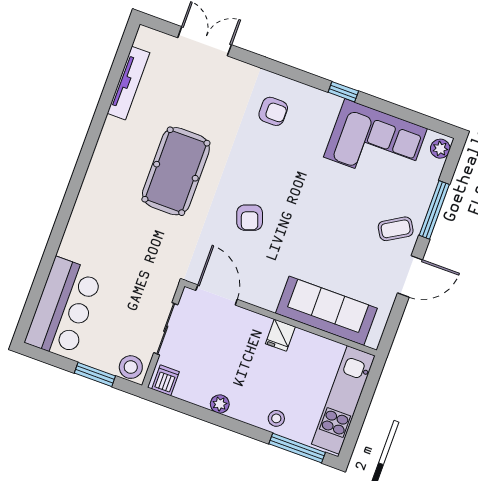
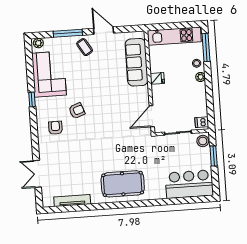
pool table: (176, 171) -> (123, 184), moved
armchair: (250, 218) -> (77, 111), moved
plant: (220, 404) -> (200, 77), moved

